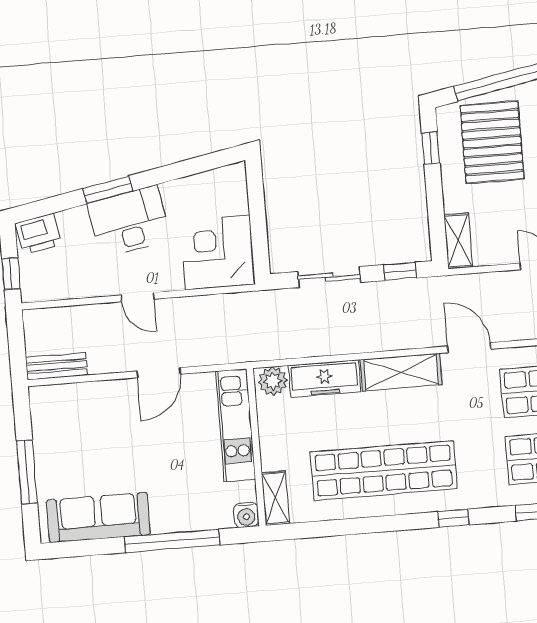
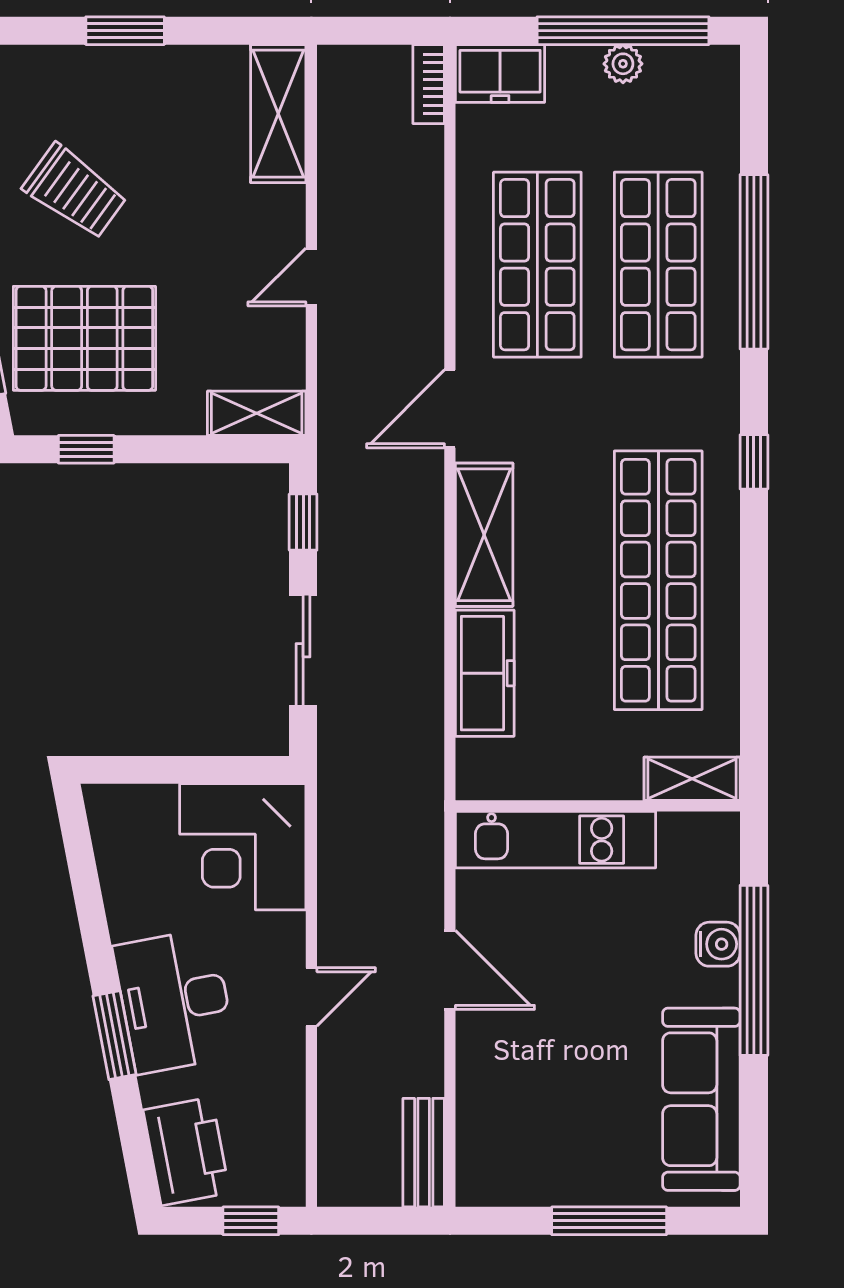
printer: (39, 234) -> (186, 1151), width x1.37, depth x1.19
plant: (273, 381) -> (482, 766), removed
water cooler: (246, 515) -> (718, 944), moved

